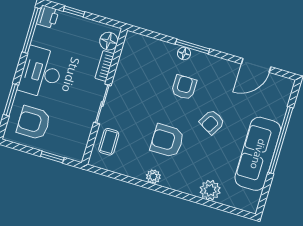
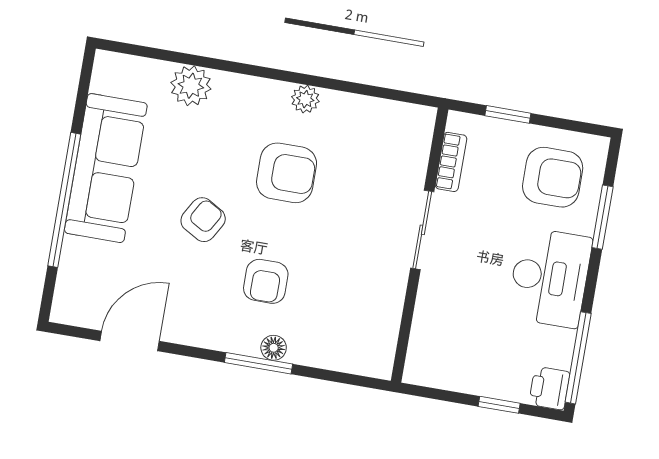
floor lamp: (109, 41) -> (424, 355), removed
bookcase: (105, 66) -> (451, 162), moved
coffee table: (109, 142) -> (401, 157), removed

